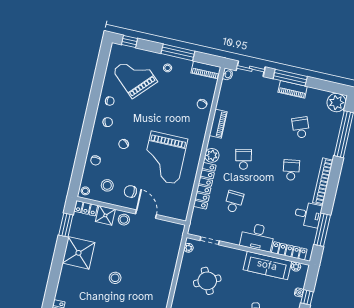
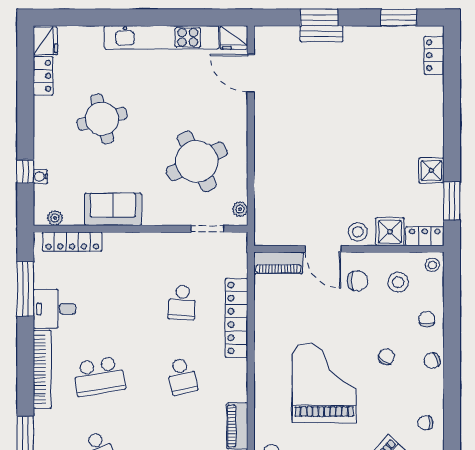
chair: (108, 122) -> (432, 361), moved
plant: (212, 155) -> (236, 371), removed
grand piano: (164, 158) -> (324, 383), moved
school desk: (291, 170) -> (99, 376), width x1.85
piano: (174, 212) -> (278, 263), added
desk: (257, 237) -> (130, 253), removed
shower: (78, 253) -> (431, 170), width x0.54, depth x0.54
sofa: (267, 265) -> (113, 209), width x0.73
stool: (115, 278) -> (351, 132), removed
round table: (207, 281) -> (197, 161), width x1.36, depth x1.36

